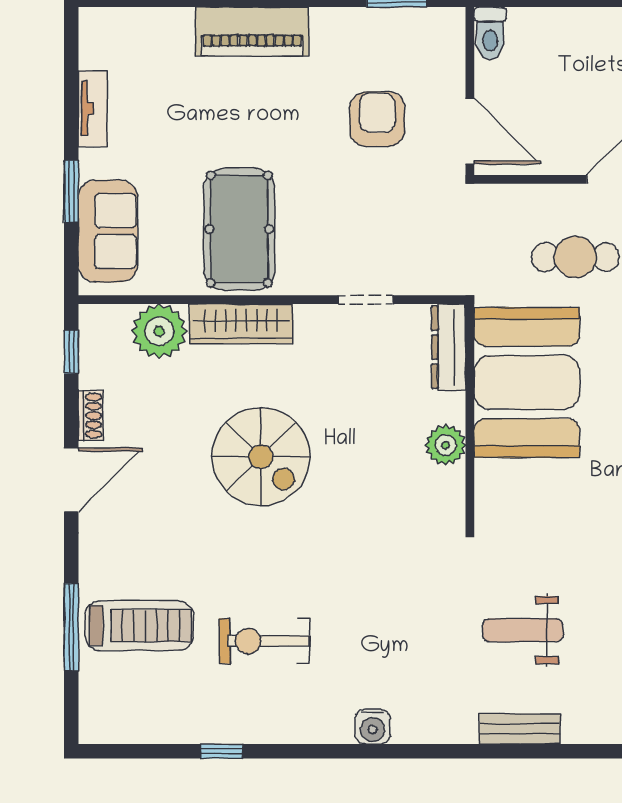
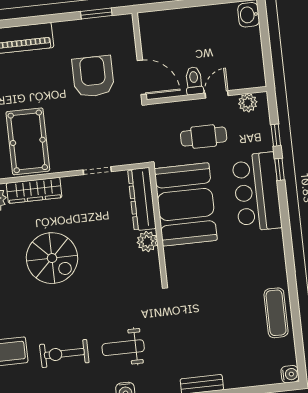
toilet: (490, 33) -> (194, 81), moved, turned 180
armchair: (377, 119) -> (93, 76), width x1.36, depth x1.36
dresser: (449, 347) -> (142, 199), width x1.37, depth x1.24
weight bench: (523, 630) -> (123, 348), moved

